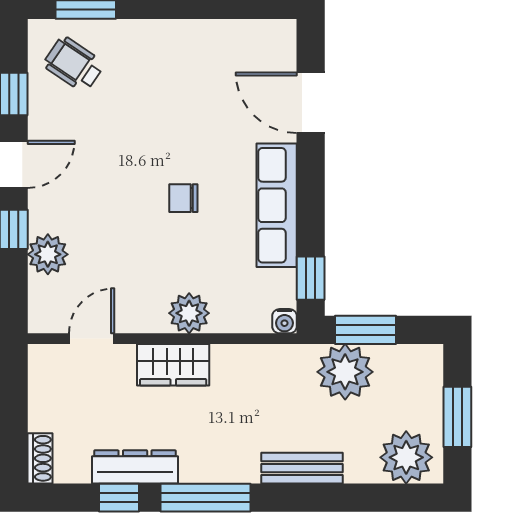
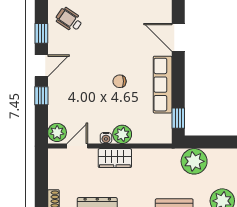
plant: (48, 254) -> (57, 132), moved
water cooler: (285, 321) -> (106, 138), moved
window: (366, 330) -> (204, 142), removed

